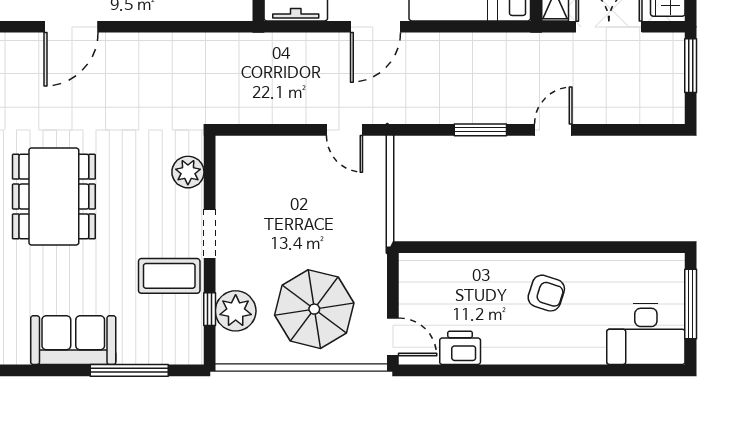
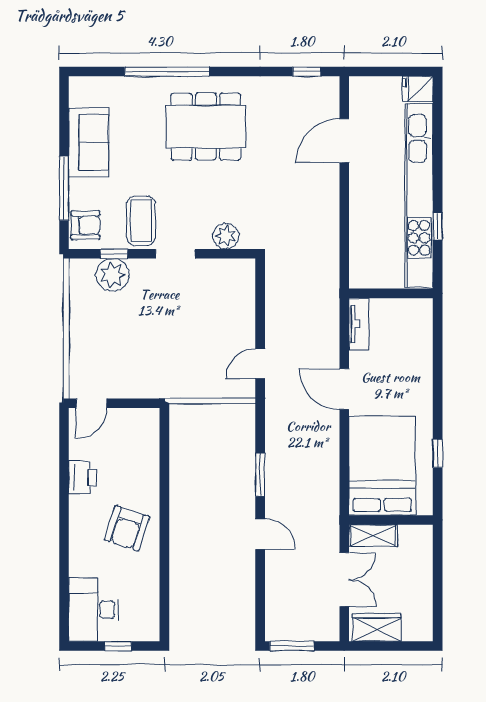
door: (71, 27) -> (344, 141), hinge flipped
window: (691, 66) -> (292, 646), moved
armchair: (546, 293) -> (127, 528), width x1.38, depth x1.38
window: (691, 304) -> (118, 646), width x0.46
parasol: (314, 309) -> (114, 339), removed
armchair: (175, 344) -> (85, 225), added
printer: (460, 348) -> (82, 477), moved

